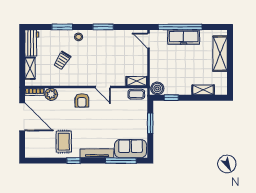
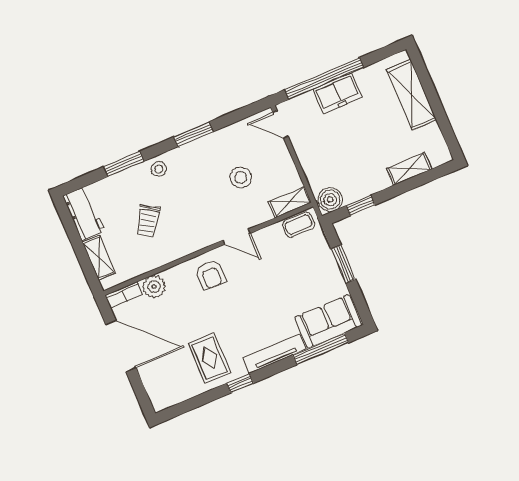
freezer: (184, 37) -> (338, 93), width x0.71
stool: (117, 58) -> (241, 177), added

